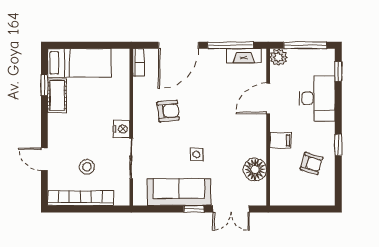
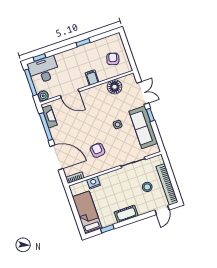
cot: (57, 96) -> (126, 214), moved
desk: (317, 98) -> (44, 70), moved
nightstand: (121, 129) -> (93, 183), moved
door: (44, 159) -> (162, 210), moved
armchair: (311, 163) -> (113, 59), moved

